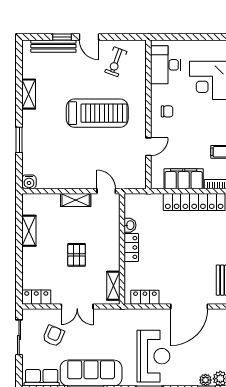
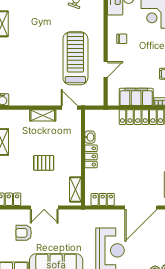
treadmill: (97, 113) -> (75, 58), moved, turned -90
pallet: (77, 255) -> (44, 163), turned 90
armchair: (53, 336) -> (24, 233), turned -113

